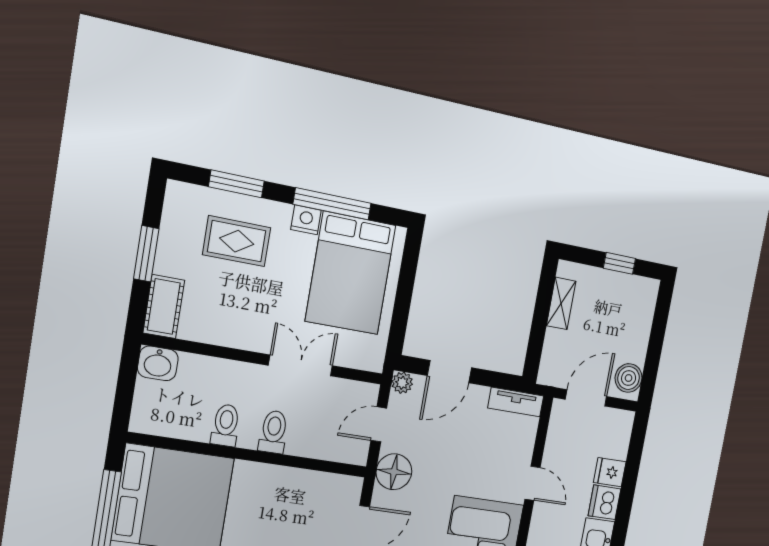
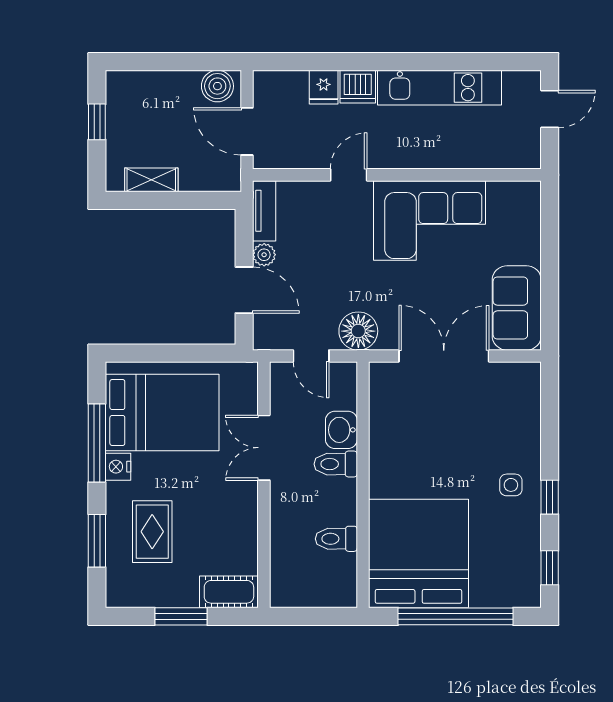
washbasin: (158, 363) -> (341, 430), moved, turned 180
plant: (402, 383) -> (264, 255), moved
toilet: (226, 425) -> (336, 539), moved

